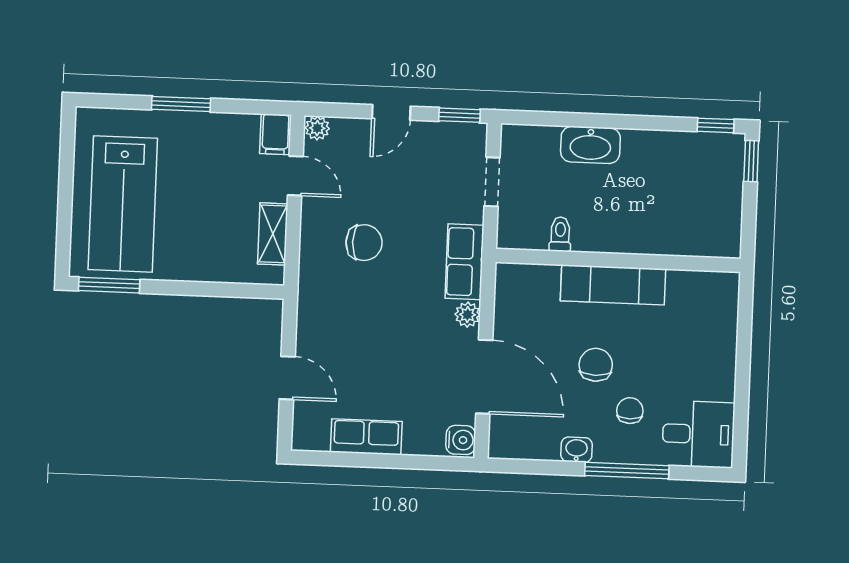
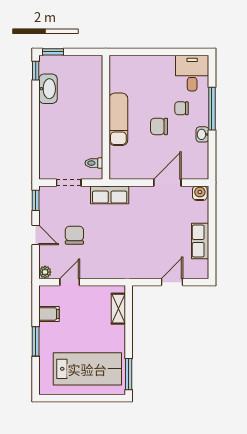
filing cabinet: (275, 134) -> (49, 314), moved
washbasin: (590, 145) -> (48, 89), moved
shelving: (273, 234) -> (118, 309), moved, turned 90
toilet: (560, 234) -> (94, 163), moved
chair: (364, 243) -> (74, 235), moved
plant: (468, 315) -> (136, 192), removed
door: (484, 377) -> (167, 183), width x0.73

